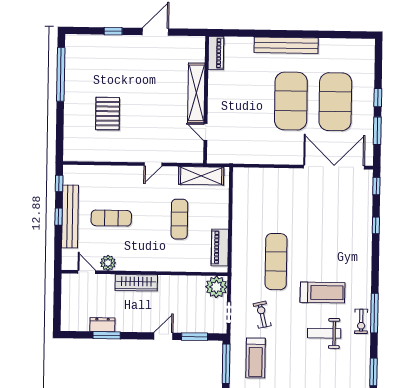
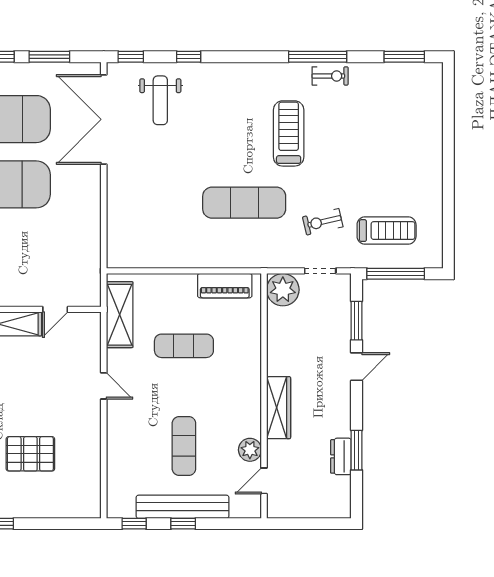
weight bench: (324, 333) -> (160, 100), moved
door: (163, 336) -> (357, 367), swing flipped

